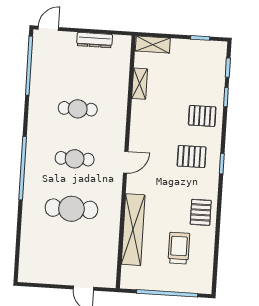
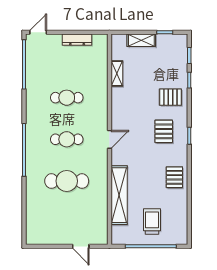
shelving: (153, 45) -> (141, 40), moved
pallet: (192, 157) -> (164, 131), turned 90
trolley: (179, 248) -> (152, 222), moved

